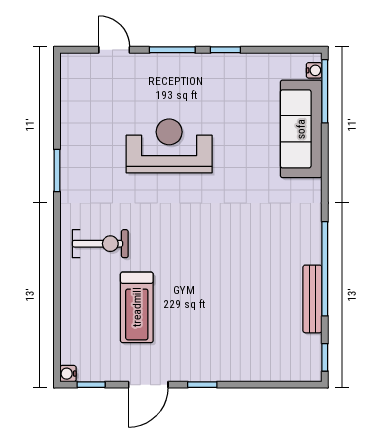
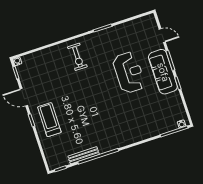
door: (114, 50) -> (162, 36), hinge flipped
sofa: (301, 129) -> (163, 72), moved, turned -90
treadmill: (137, 307) -> (49, 120), moved, turned 90

